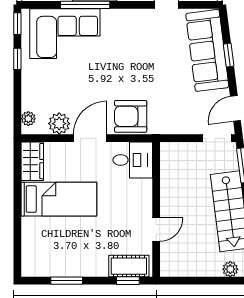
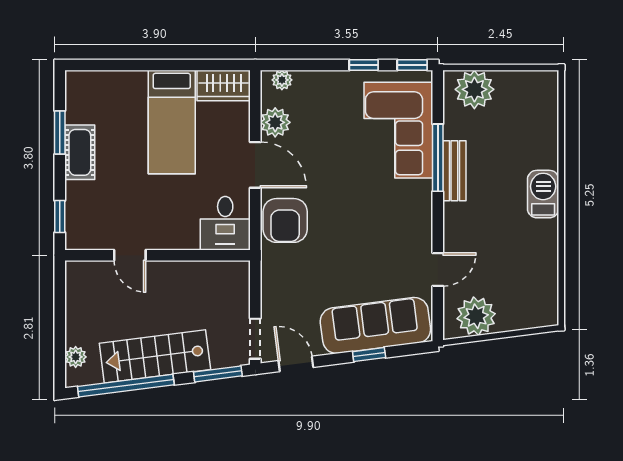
armchair: (131, 116) -> (285, 220), turned 180
cot: (129, 266) -> (80, 152), moved

